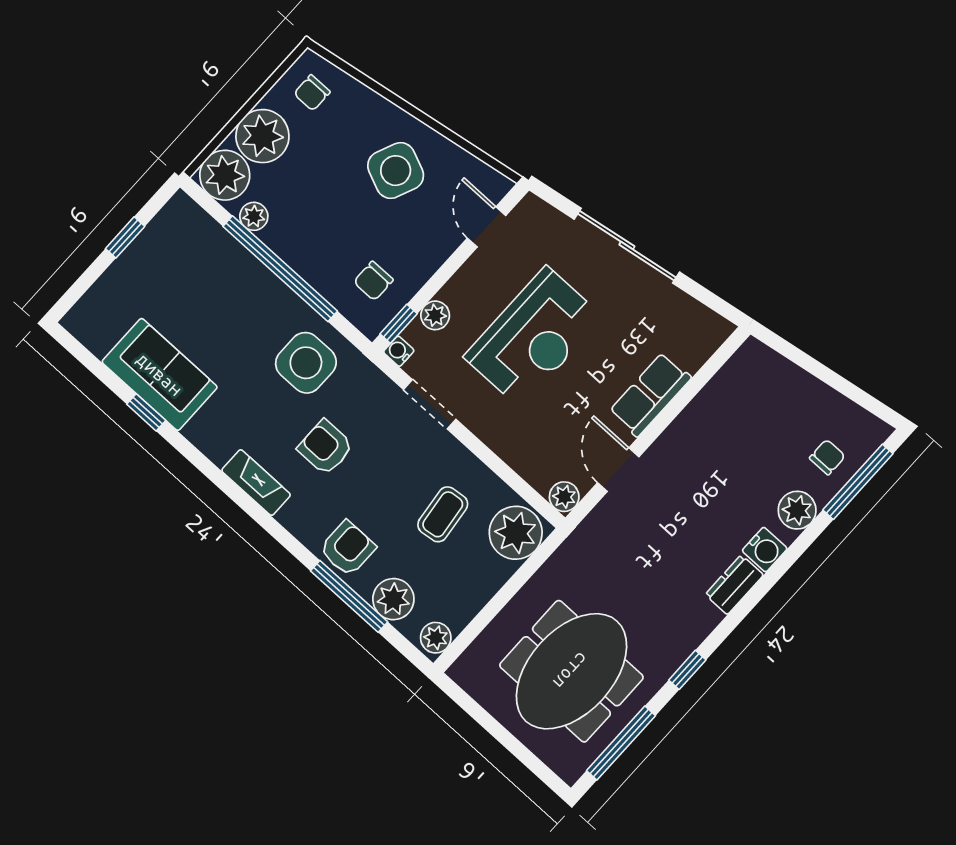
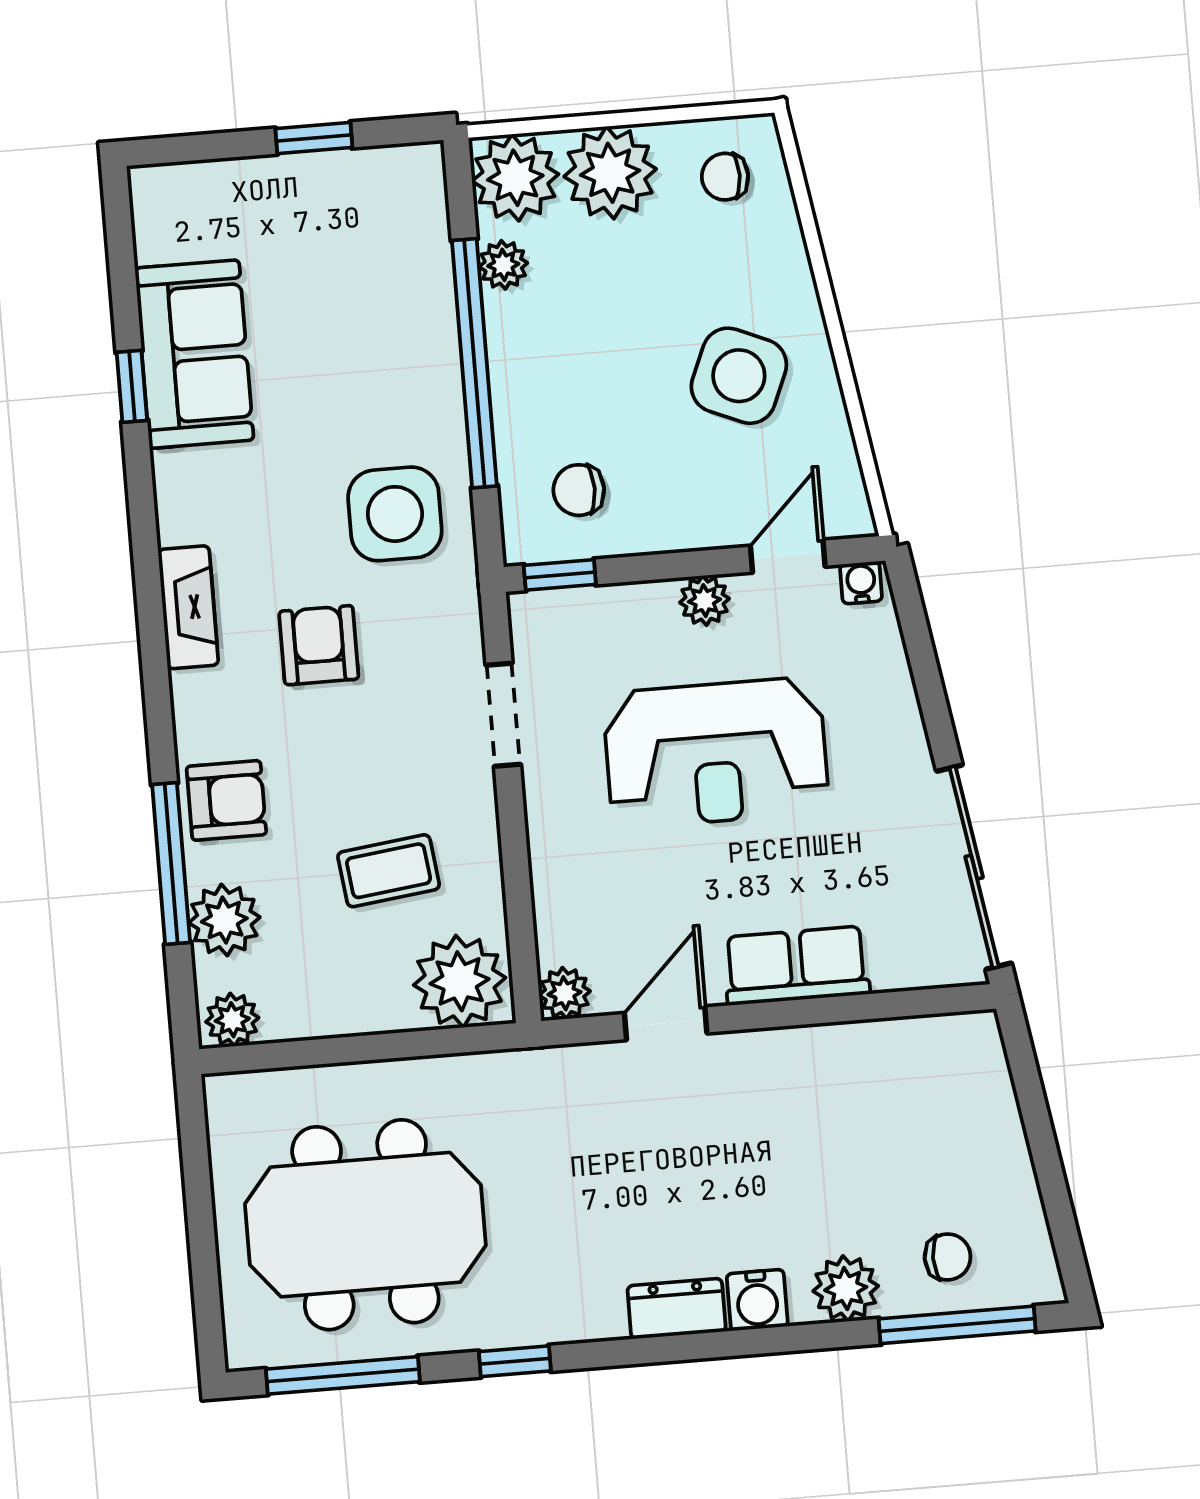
sliding door: (627, 246) -> (974, 867), moved
plant: (435, 315) -> (704, 601), moved
water cooler: (399, 351) -> (861, 583), moved

